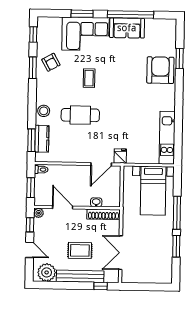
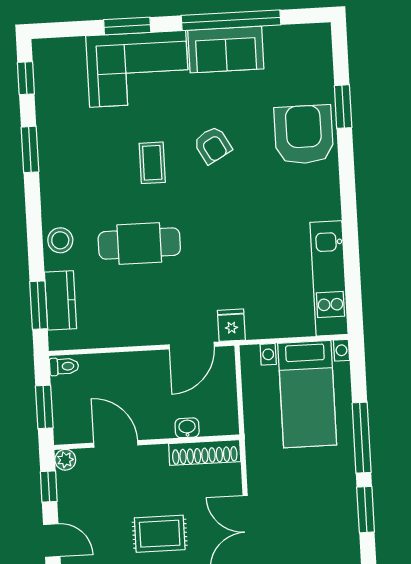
armchair: (51, 62) -> (213, 145), moved

